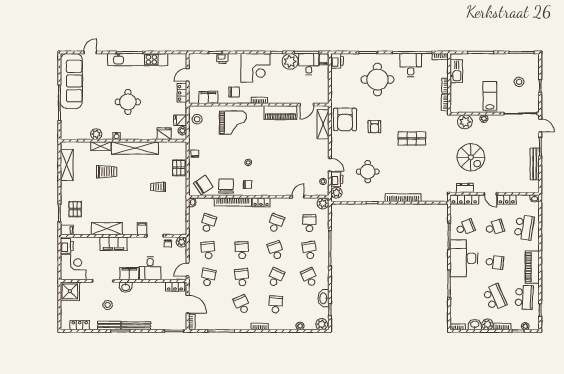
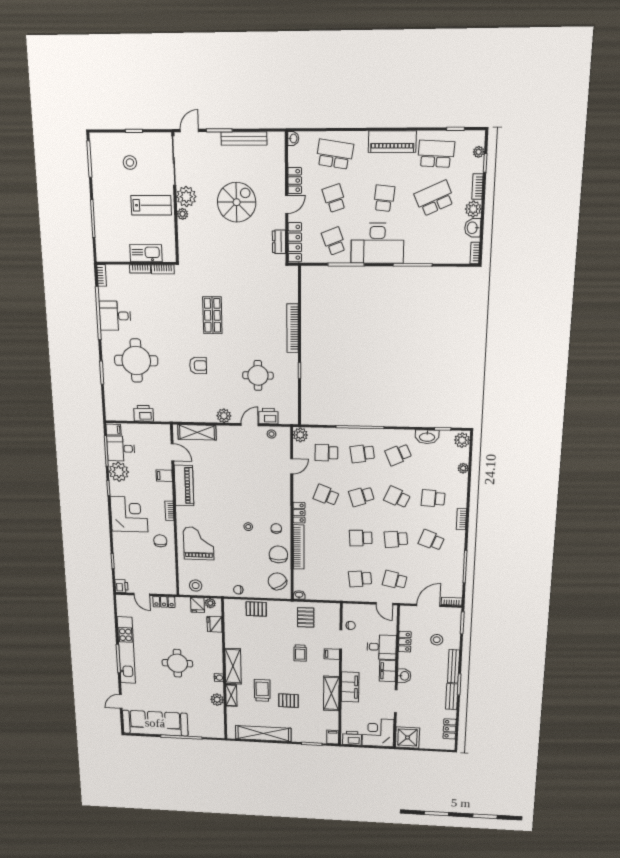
door: (90, 52) -> (121, 701), hinge flipped
printer: (222, 59) -> (121, 586), moved
printer: (337, 61) -> (144, 413), moved
kitchen sink: (456, 71) -> (146, 253), moved
lab bench: (490, 96) -> (151, 205), turned 180
filing cabinet: (208, 97) -> (164, 476), moved, width x0.50
armchair: (345, 119) -> (190, 404), removed
plant: (465, 122) -> (186, 197), moved
shelving: (135, 148) -> (233, 666), width x0.68
spiral stairs: (471, 157) -> (237, 202), moved
shelving: (67, 165) -> (263, 734), width x1.47
chair: (226, 186) -> (278, 554), turned 90
trolley: (158, 187) -> (300, 653), moved
plant: (336, 193) -> (224, 416), moved
door: (298, 197) -> (292, 466), swing flipped
pallet: (173, 207) -> (306, 617), added
pallet: (75, 209) -> (288, 701), moved
school desk: (208, 223) -> (326, 577), removed
plant: (181, 242) -> (349, 610), removed
locker: (175, 287) -> (405, 642), moved
school desk: (242, 304) -> (431, 540), turned 45
stool: (108, 305) -> (437, 640), moved

